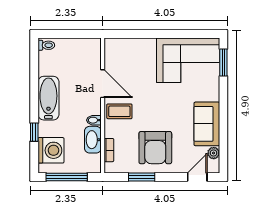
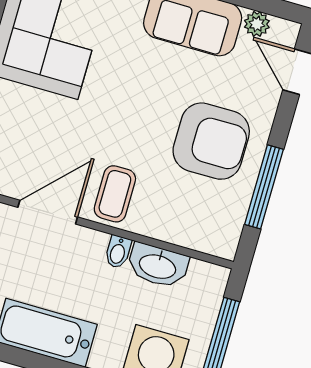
bookcase: (109, 150) -> (189, 239), removed
window: (142, 177) -> (264, 187), width x1.44

